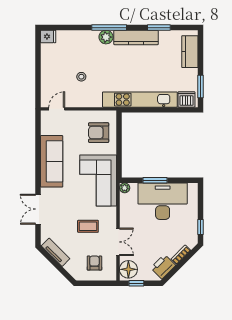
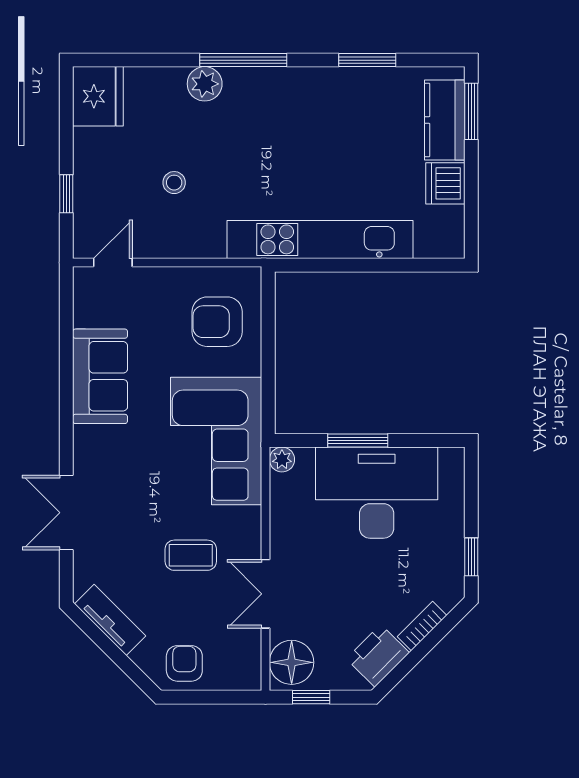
fridge: (48, 36) -> (98, 96), width x1.88, depth x1.34
plant: (106, 37) -> (205, 84), moved
kitchen counter: (136, 37) -> (310, 85), removed
window: (38, 81) -> (66, 194), added
window: (201, 87) -> (471, 111), moved
dishwasher: (186, 99) -> (445, 183), moved, turned -90
sofa: (52, 161) -> (100, 376), width x0.73
double door: (118, 242) -> (266, 594), swing flipped
armchair: (94, 263) -> (184, 663), moved

